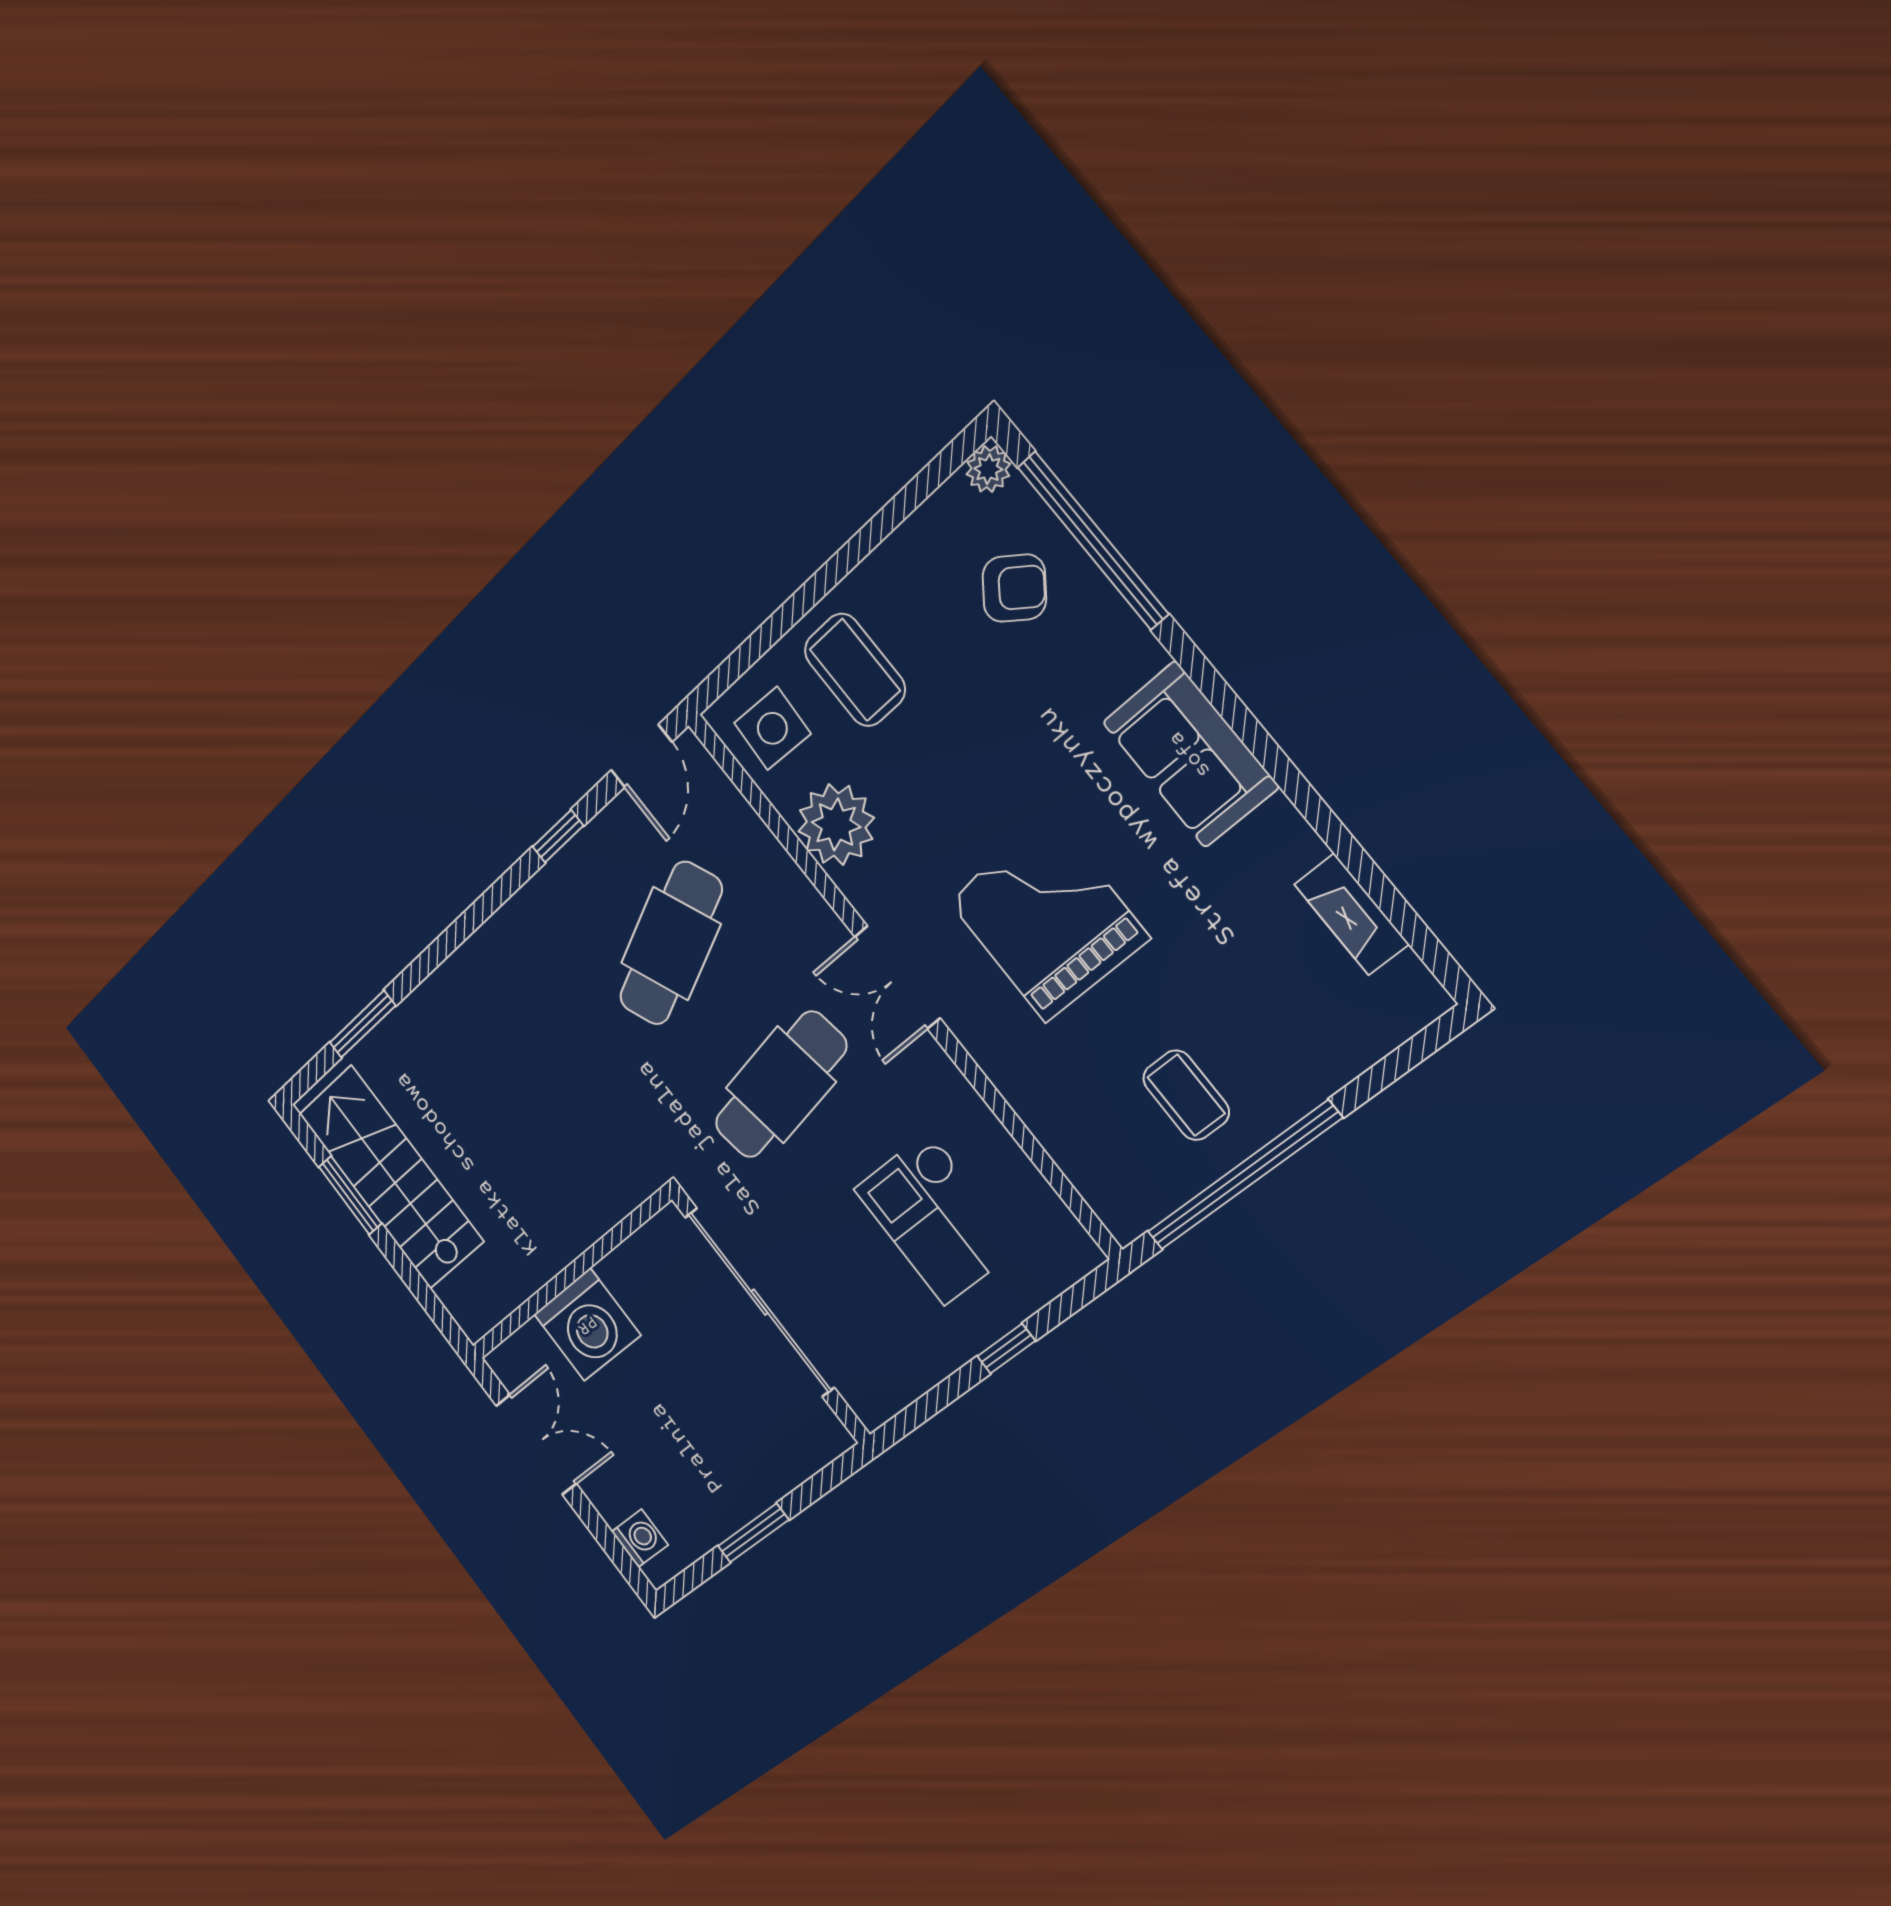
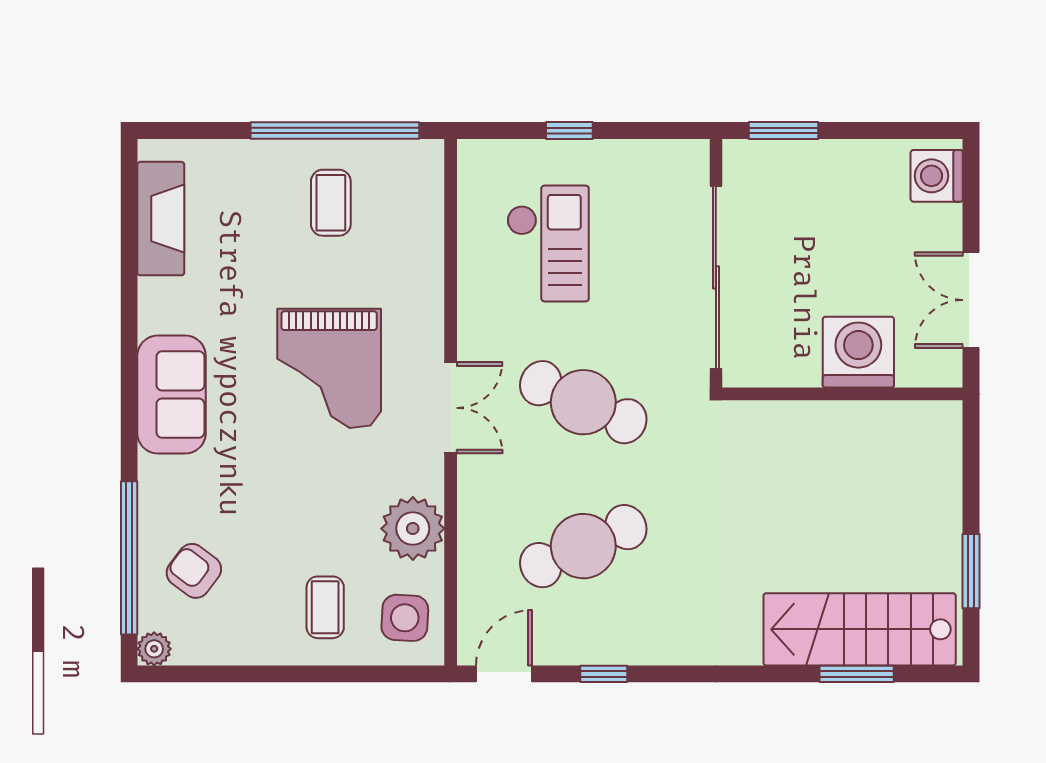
coffee table: (855, 670) -> (325, 607), width x0.73, depth x0.77
fireplace: (1351, 914) -> (161, 219), width x1.37, depth x1.32
cafe table: (780, 1085) -> (583, 402), turned 33
stairs: (391, 1177) -> (860, 629), moved, turned 90
window: (753, 1533) -> (784, 131), moved
washing machine: (640, 1538) -> (937, 176), width x1.38, depth x1.38

